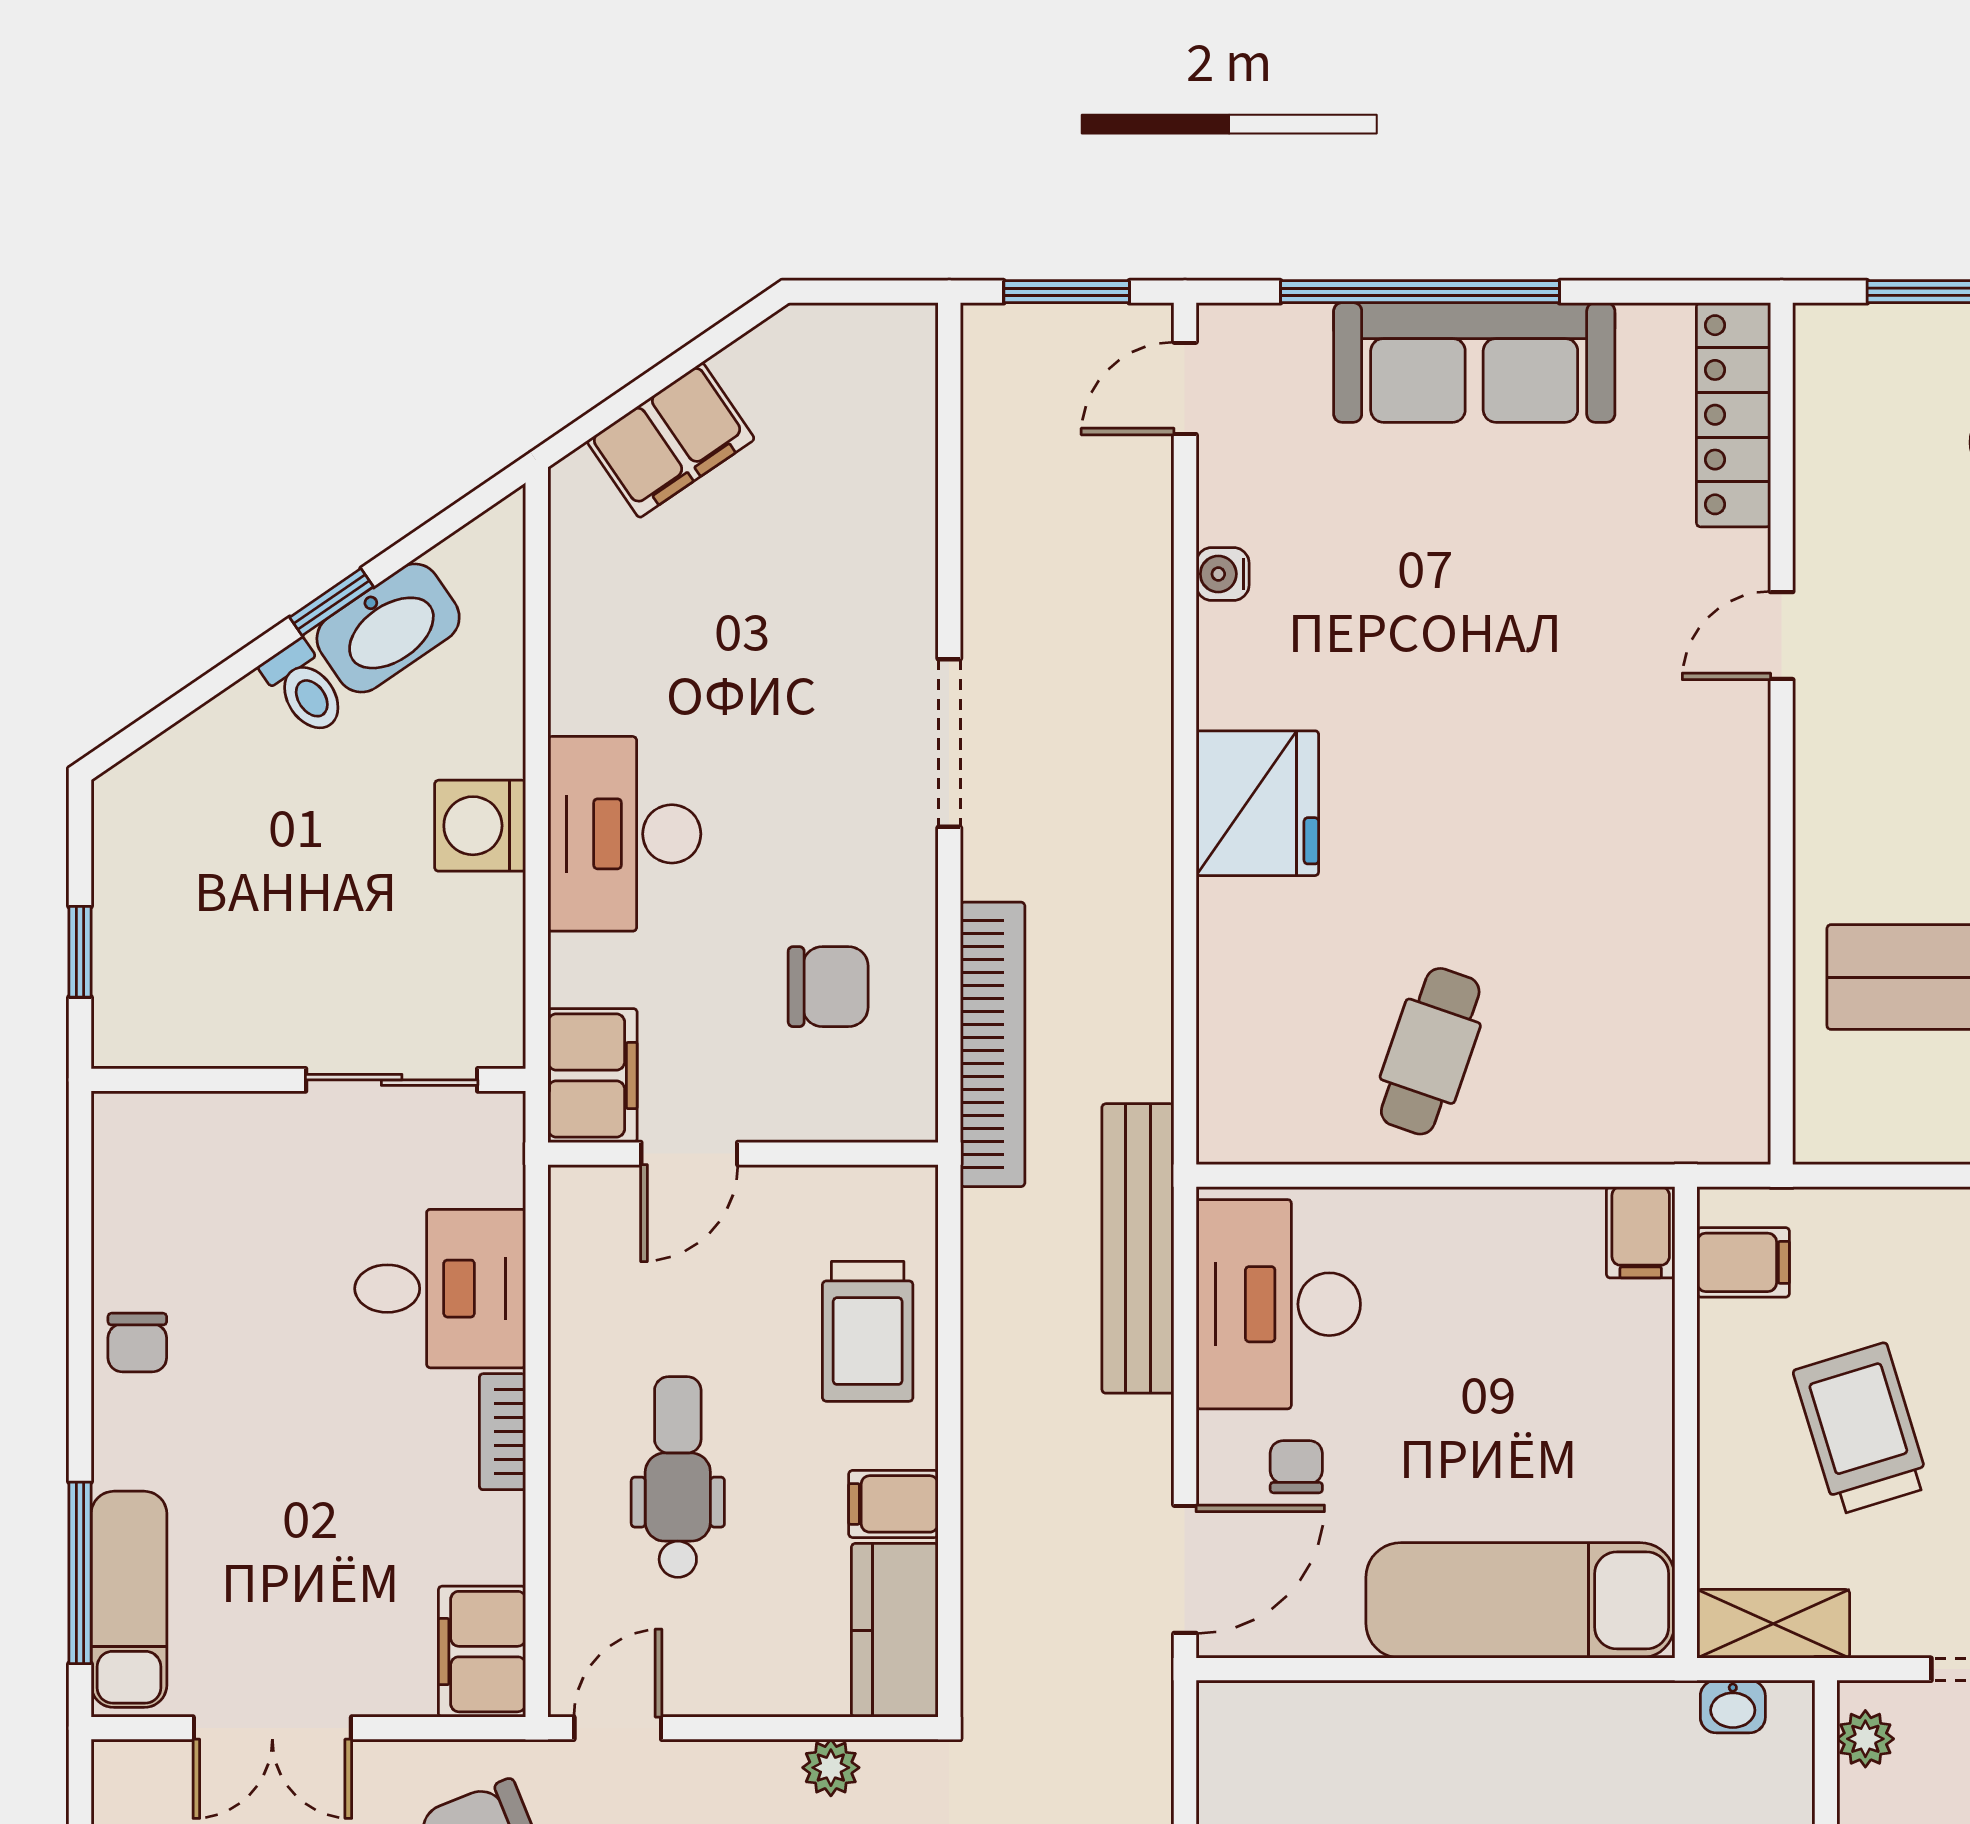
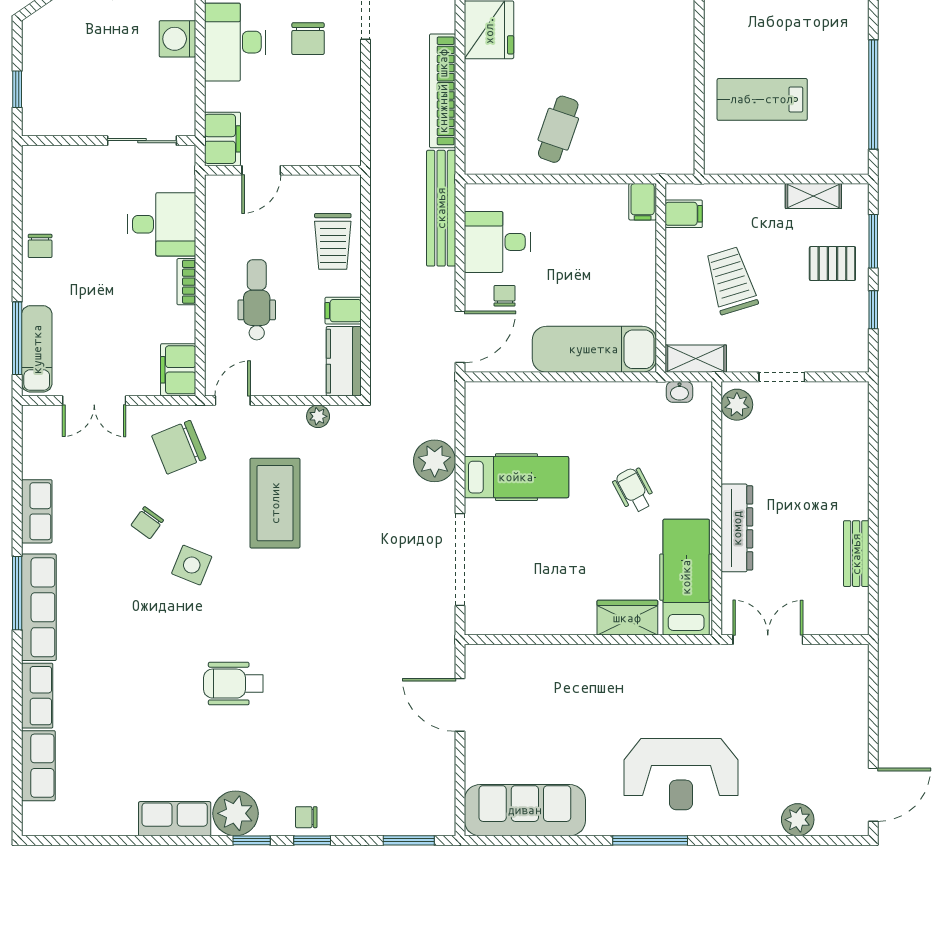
chair: (828, 987) -> (308, 39), moved, turned 90
bookcase: (993, 1044) -> (443, 91), moved, turned 180
desk: (1278, 1304) -> (497, 242), width x0.73
plant: (1865, 1739) -> (737, 405), width x1.38, depth x1.38

